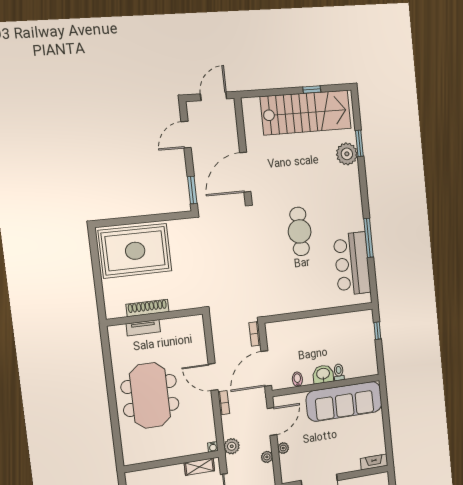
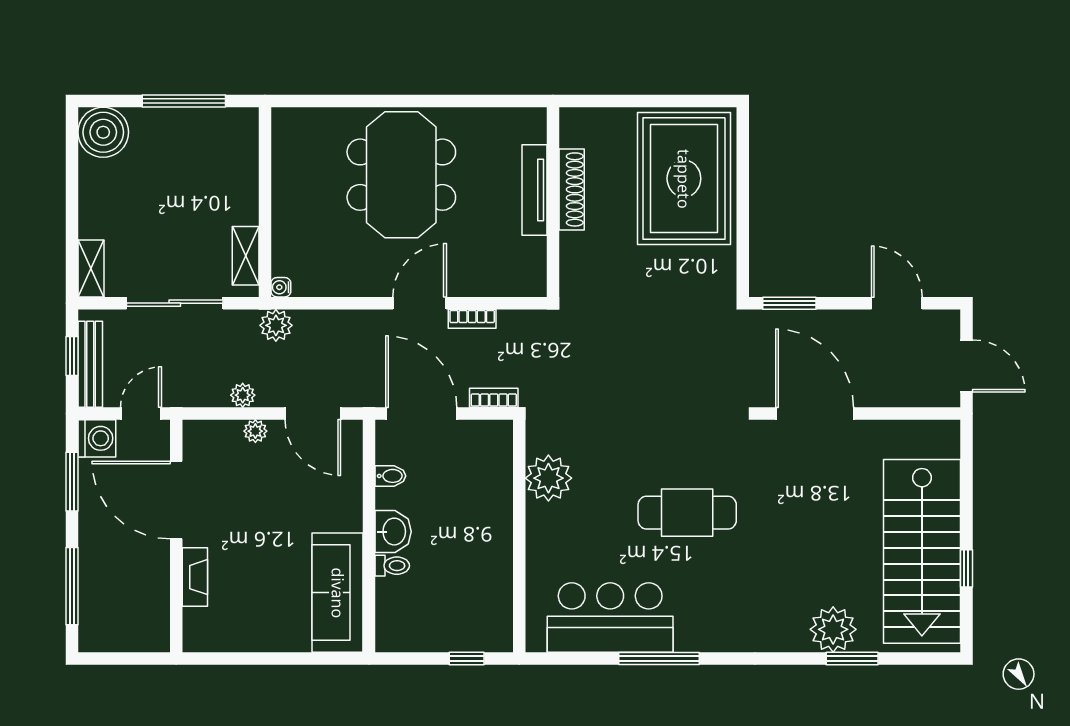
plant: (290, 302) -> (548, 478), added
tv unit: (143, 328) -> (535, 190), width x1.41
meeting table: (150, 395) -> (401, 175), turned 90
sofa: (344, 401) -> (338, 593), width x0.74, depth x0.79
bookcase: (224, 403) -> (472, 319), moved
fireplace: (374, 462) -> (195, 577), moved

